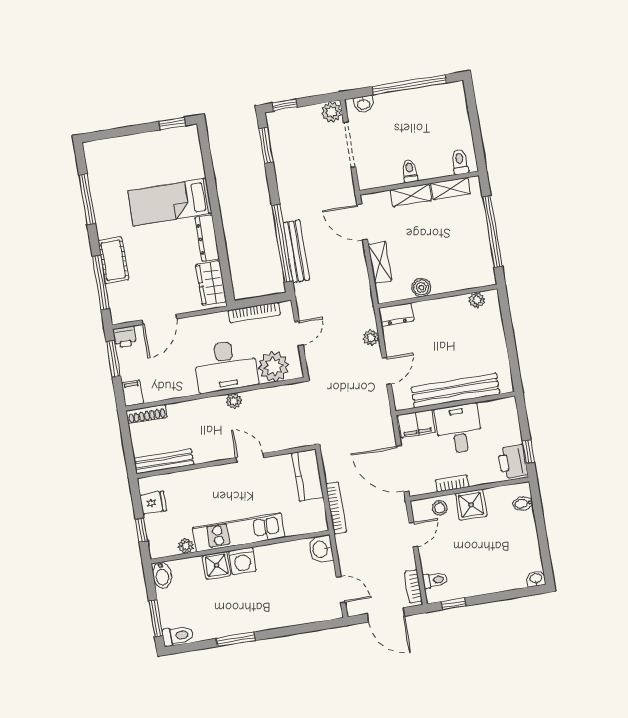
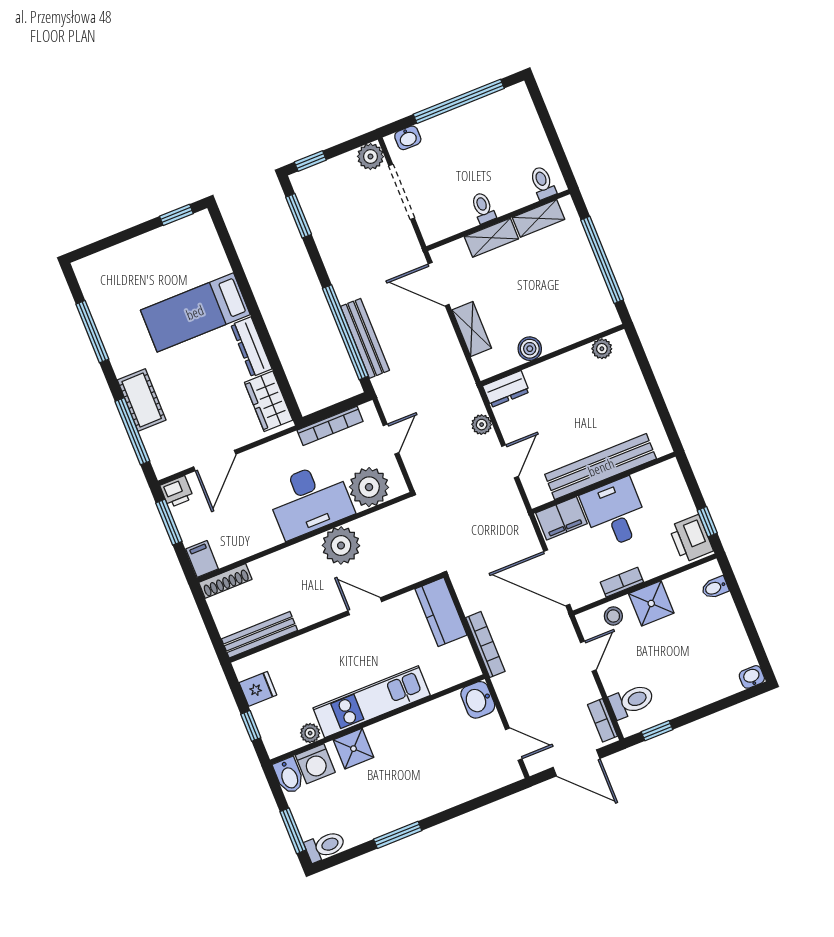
plant: (234, 401) -> (341, 545), width x1.88, depth x1.88
washing machine: (242, 561) -> (315, 764), moved
toilet: (435, 580) -> (632, 701), width x1.37, depth x1.39

